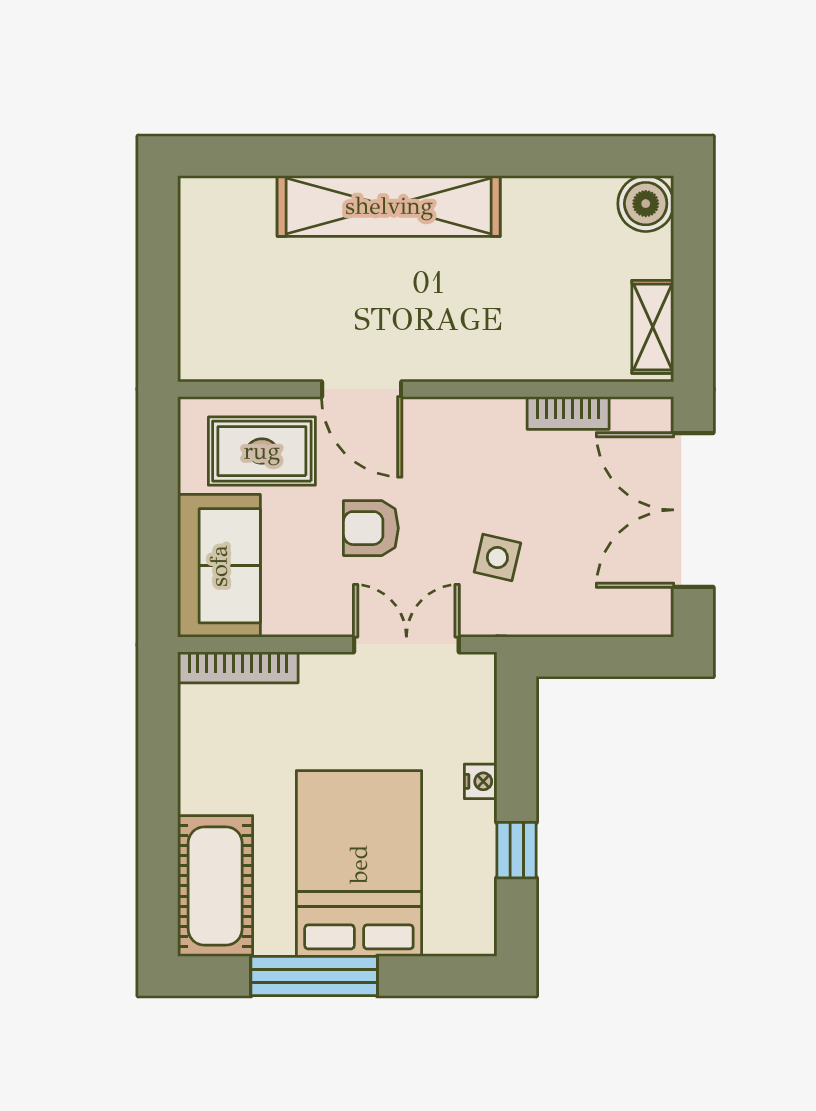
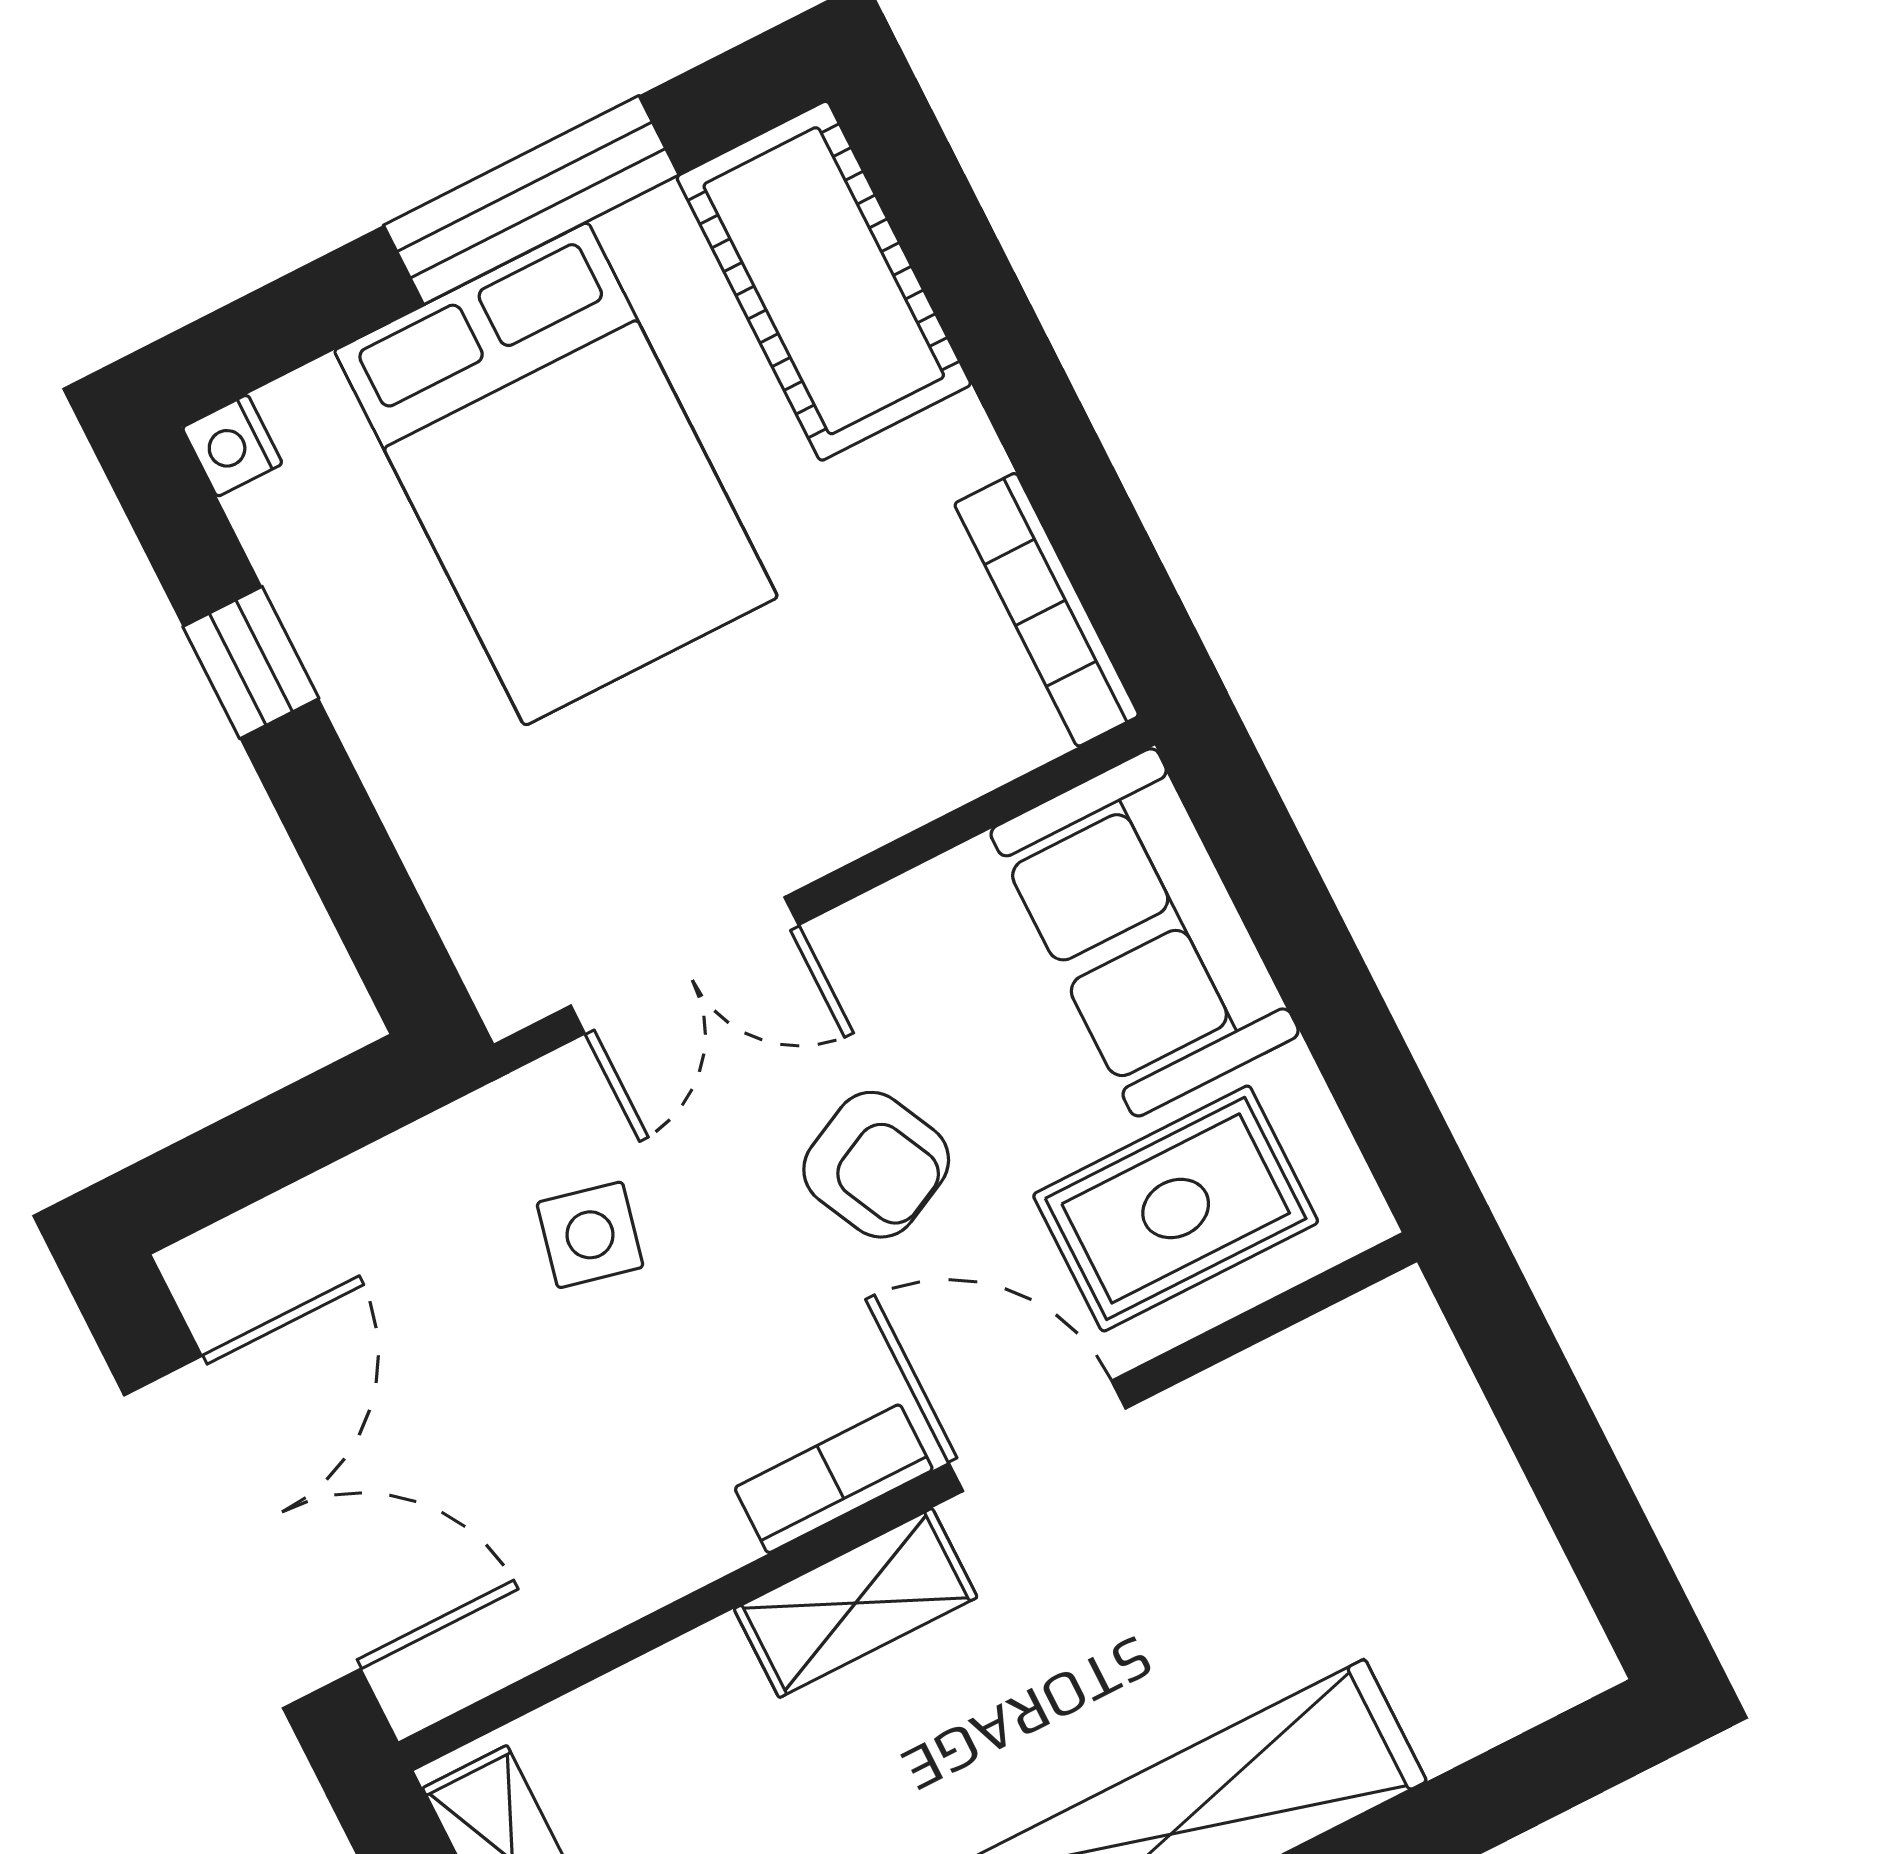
shelving: (466, 360) -> (856, 1603), added
bookcase: (568, 413) -> (834, 1479), moved
armchair: (371, 528) -> (876, 1165), turned 64
bookcase: (238, 667) -> (1047, 610), moved, turned -90
nightstand: (481, 781) -> (232, 446), moved

